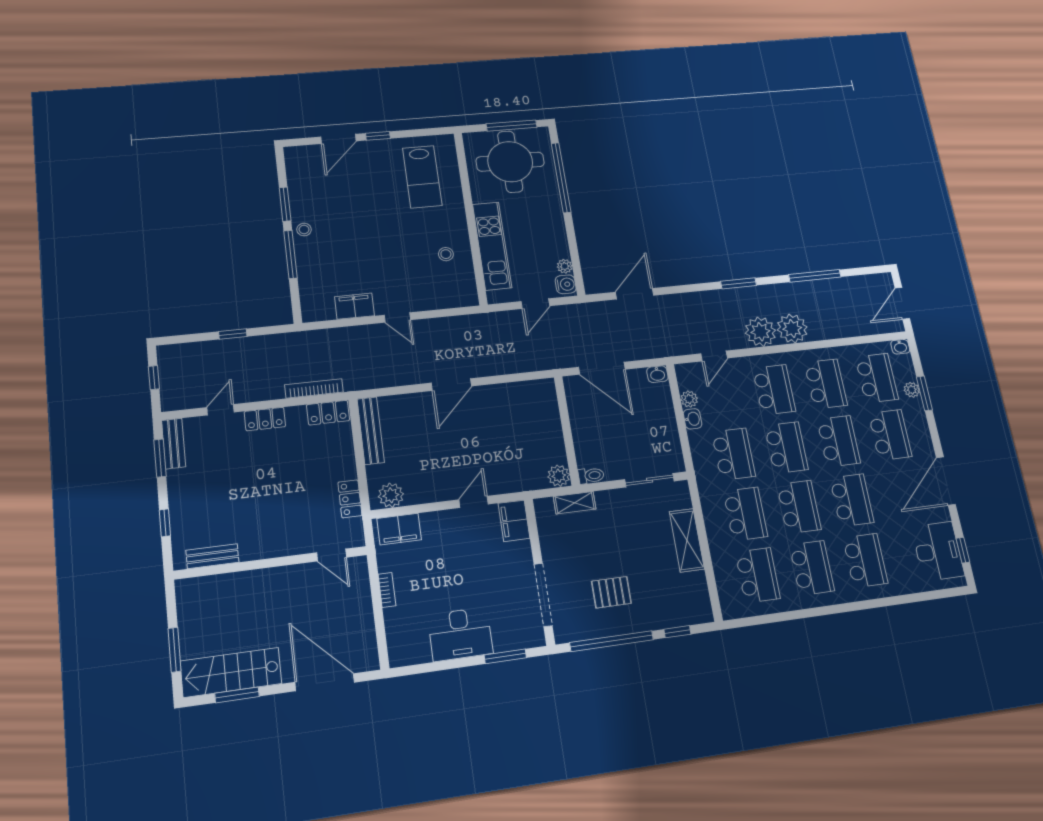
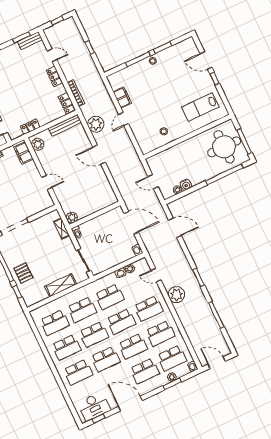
kitchen unit: (492, 246) -> (176, 152), removed
water cooler: (566, 284) -> (186, 185), moved
plant: (792, 328) -> (96, 124), moved
door: (602, 368) -> (131, 223), swing flipped
filing cabinet: (514, 521) -> (44, 203), removed
pallet: (611, 592) -> (23, 273), moved

